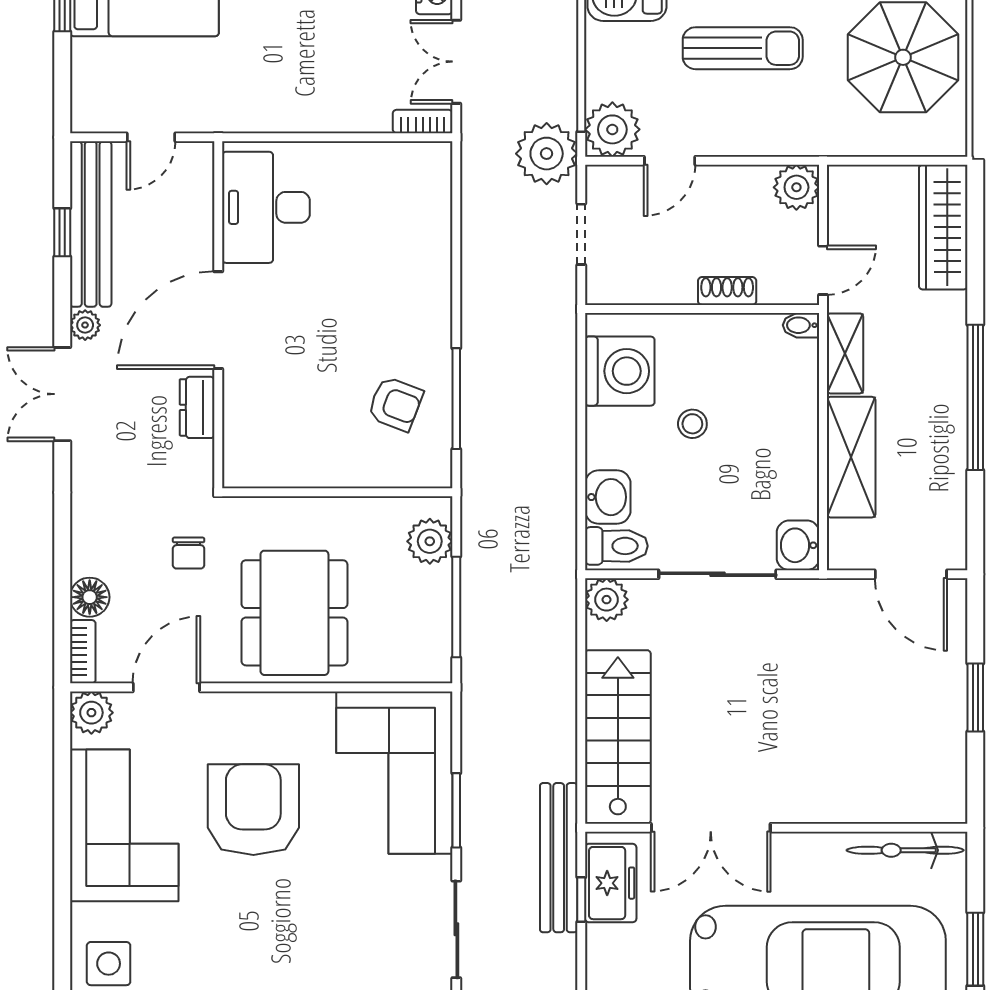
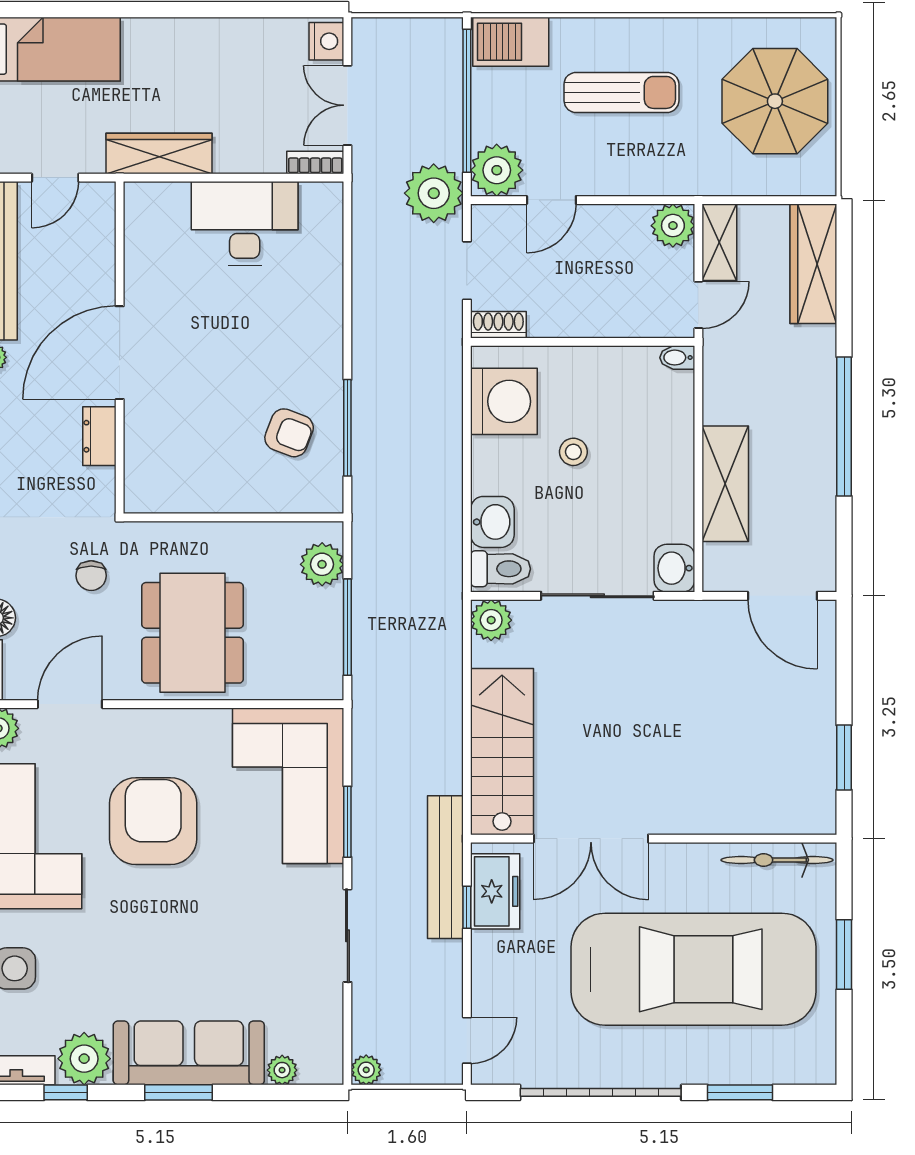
wardrobe: (259, 112) -> (159, 153), added
desk: (266, 207) -> (245, 223), moved, turned 90
shoe rack: (727, 291) -> (498, 325), moved
shelving: (845, 353) -> (719, 242), moved
window: (975, 697) -> (844, 758), moved

